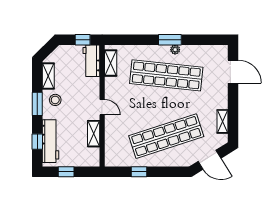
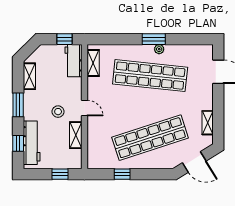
stool: (55, 100) -> (58, 112), moved
window: (66, 172) -> (60, 174), moved

